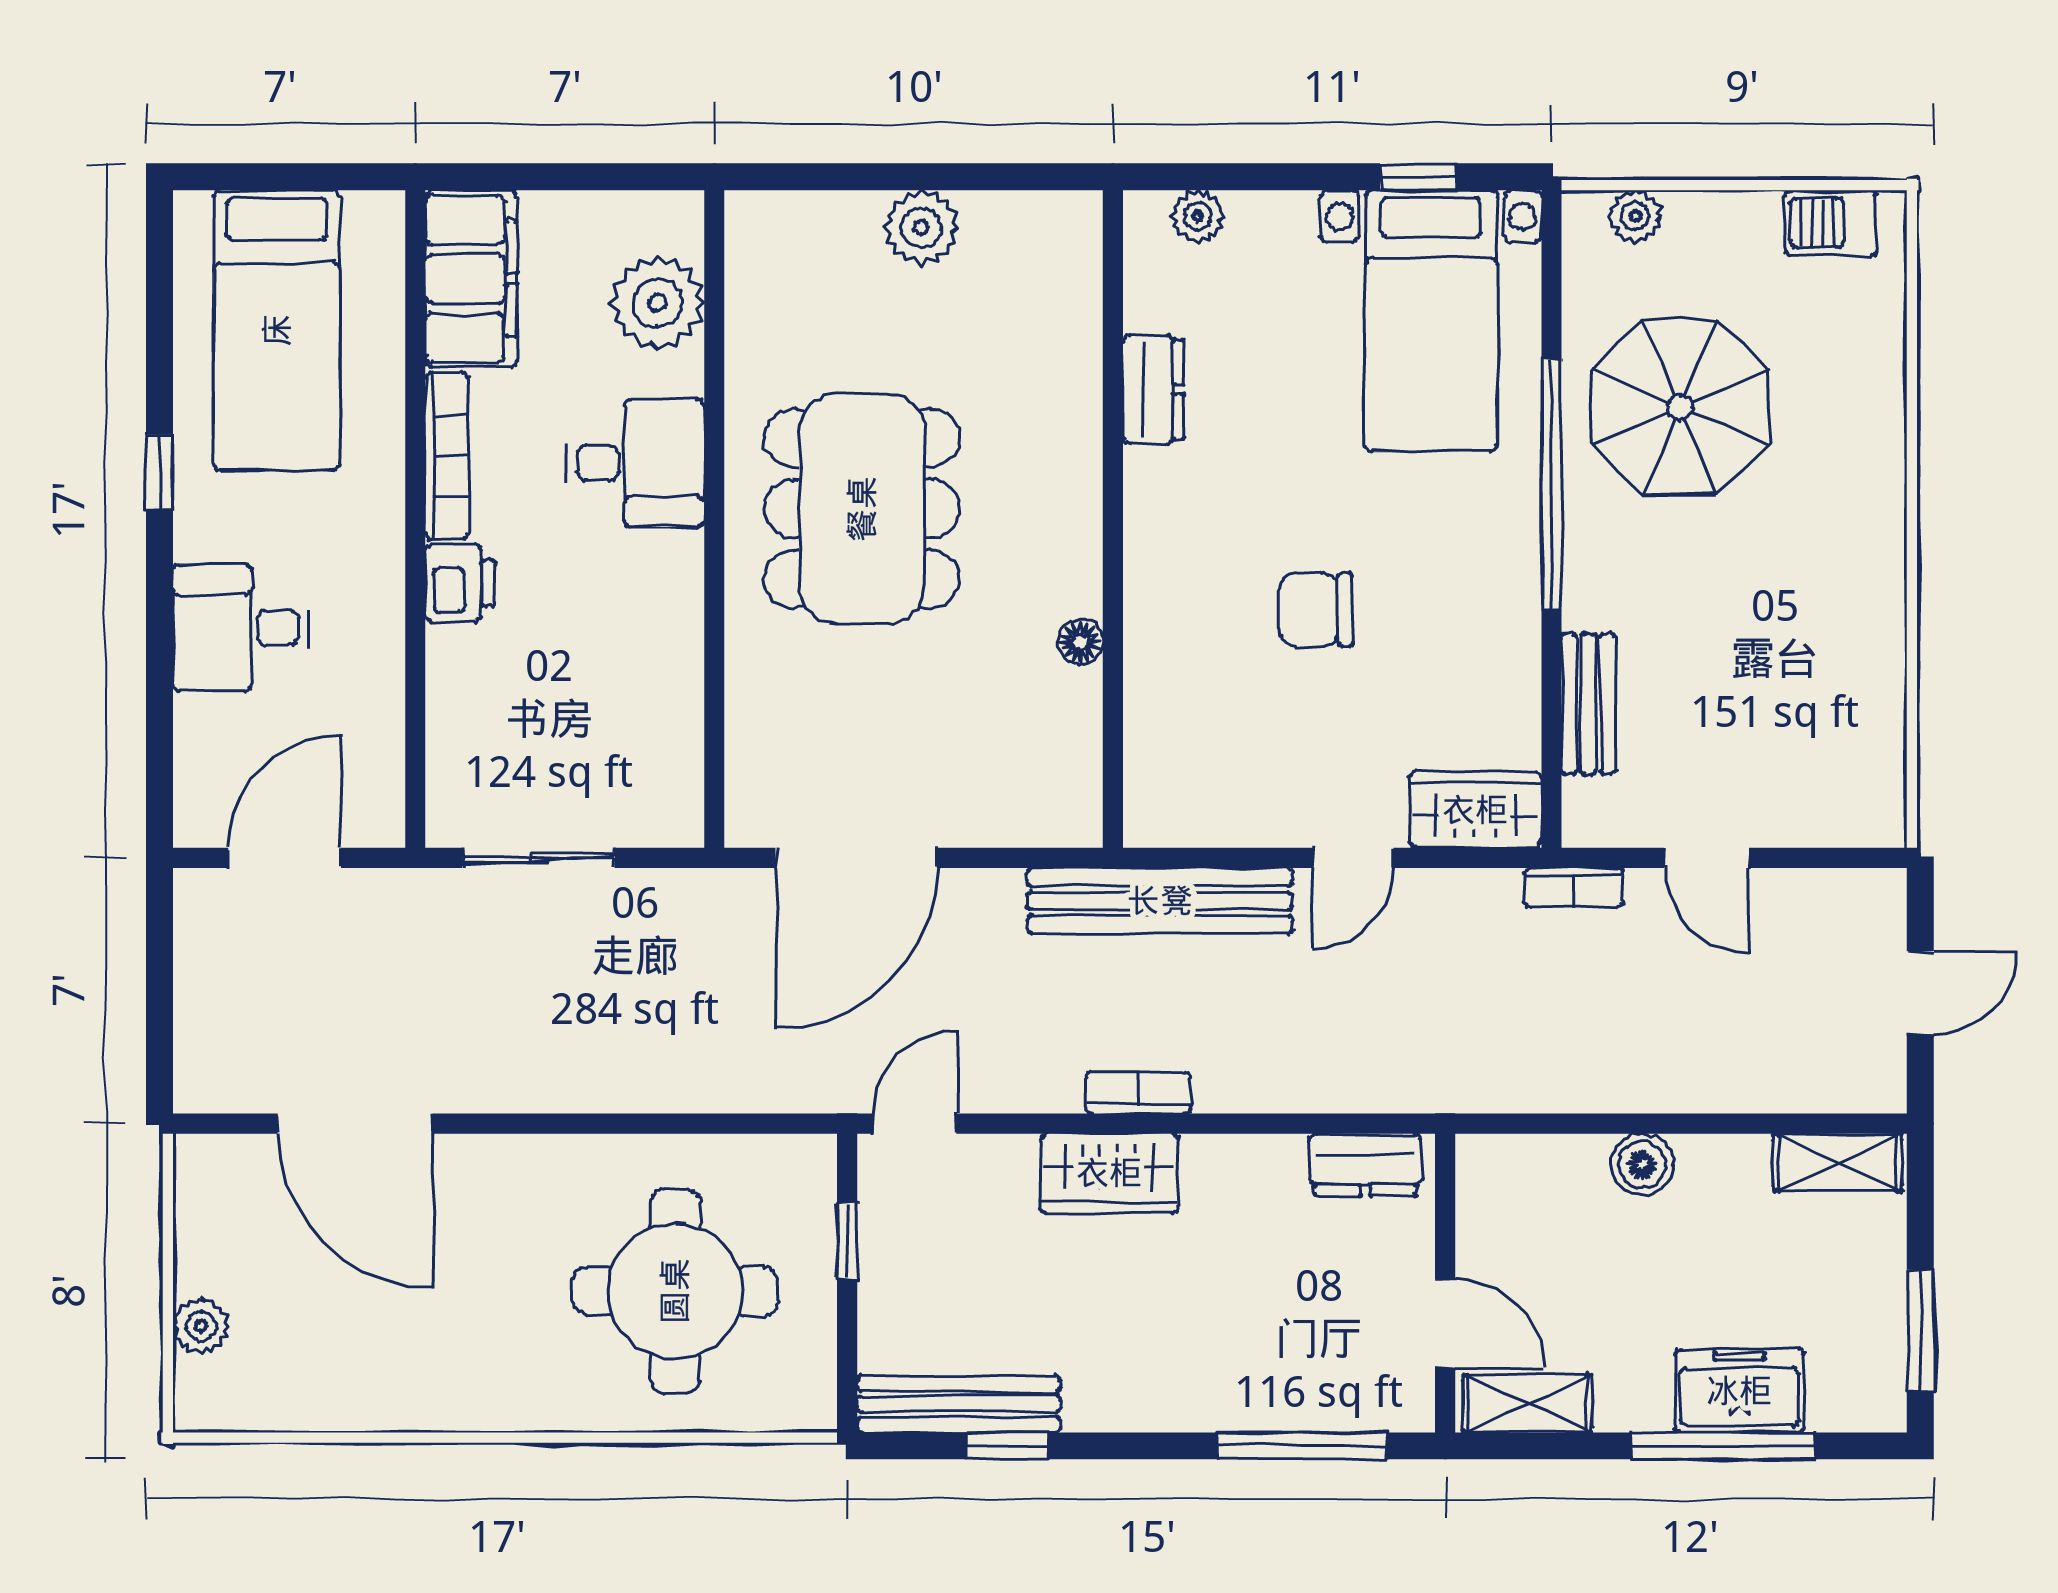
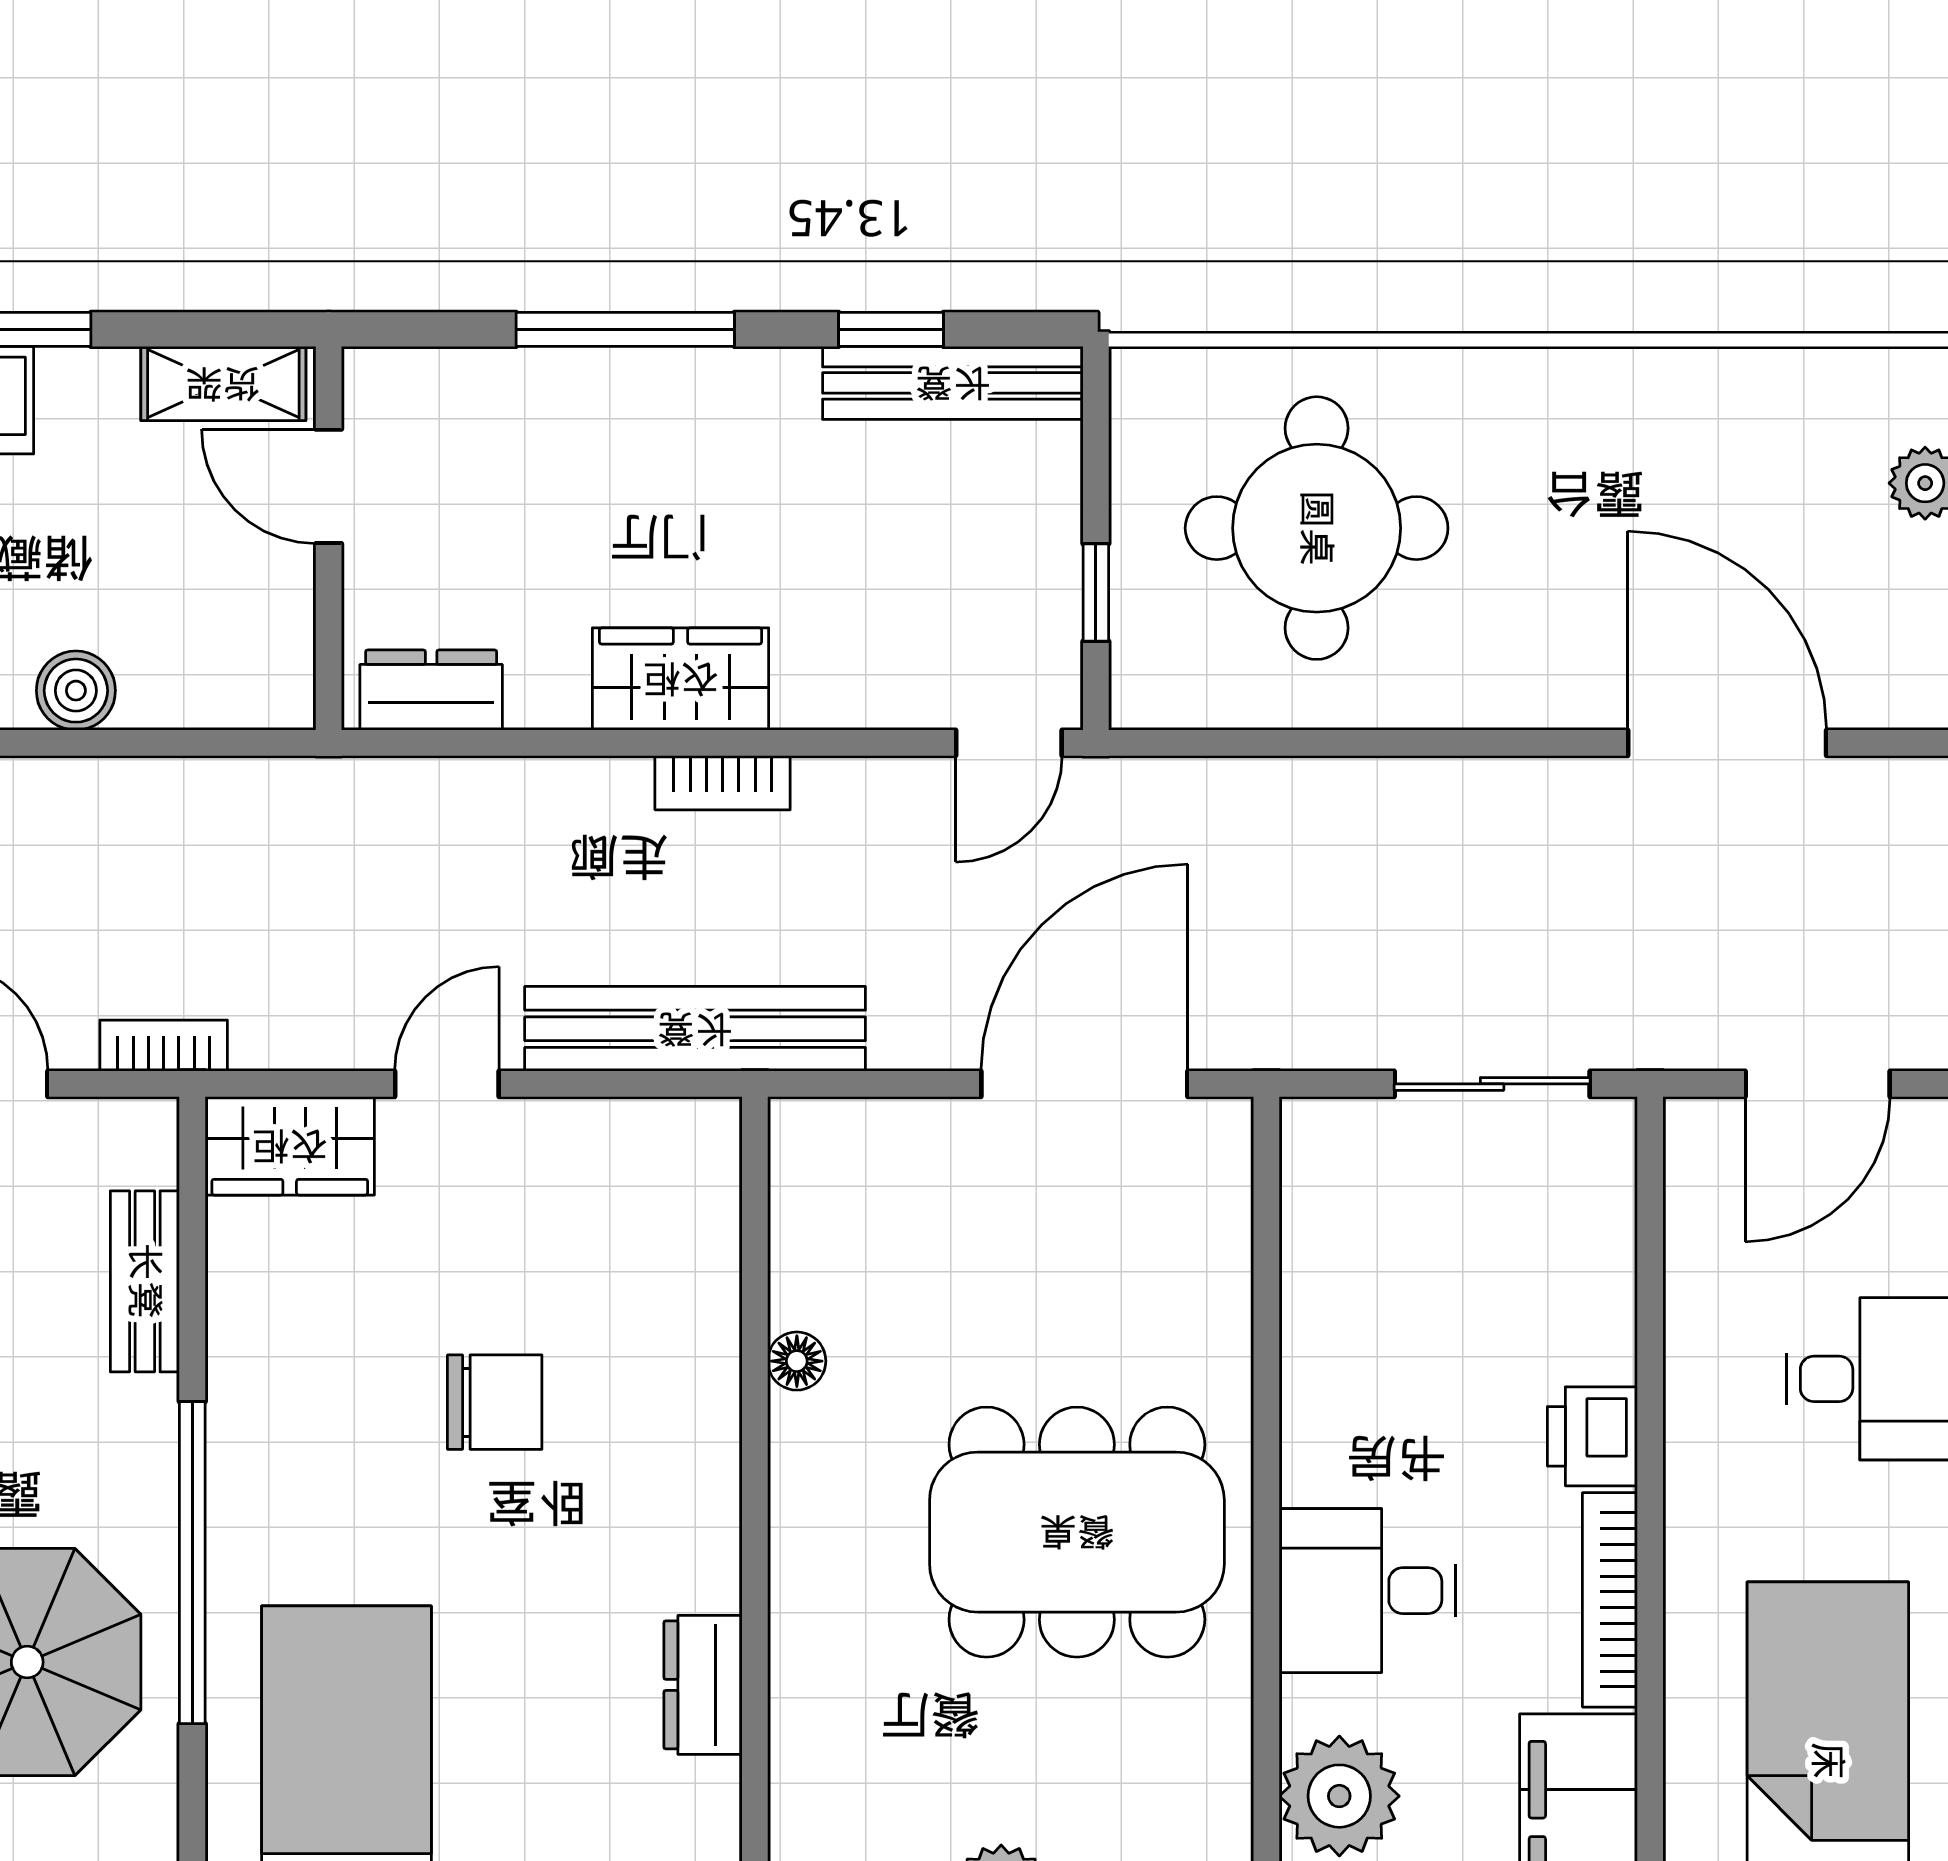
dining table: (862, 509) -> (1077, 1532), turned 90
wardrobe: (1109, 1173) -> (681, 679), moved
window: (1302, 1446) -> (625, 329), moved

